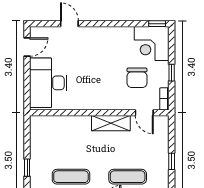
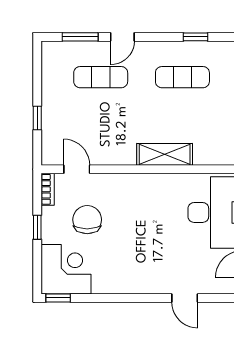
shelving: (111, 123) -> (165, 154), moved
window: (172, 161) -> (37, 118), moved

